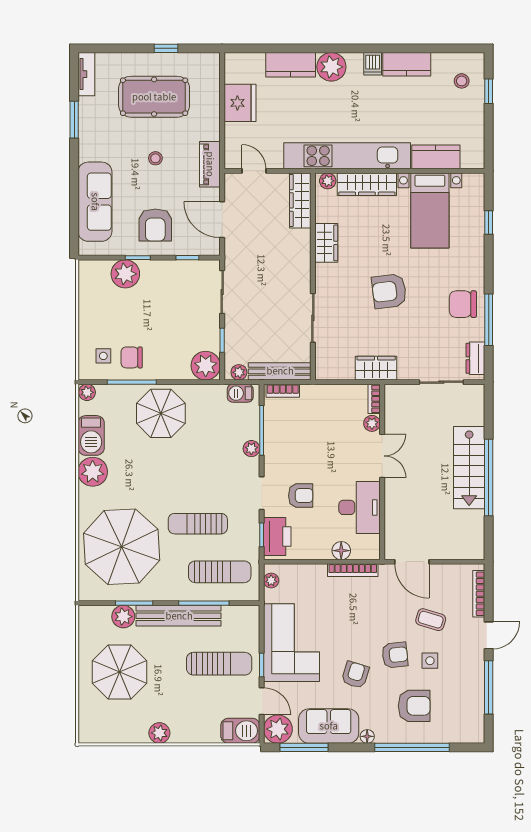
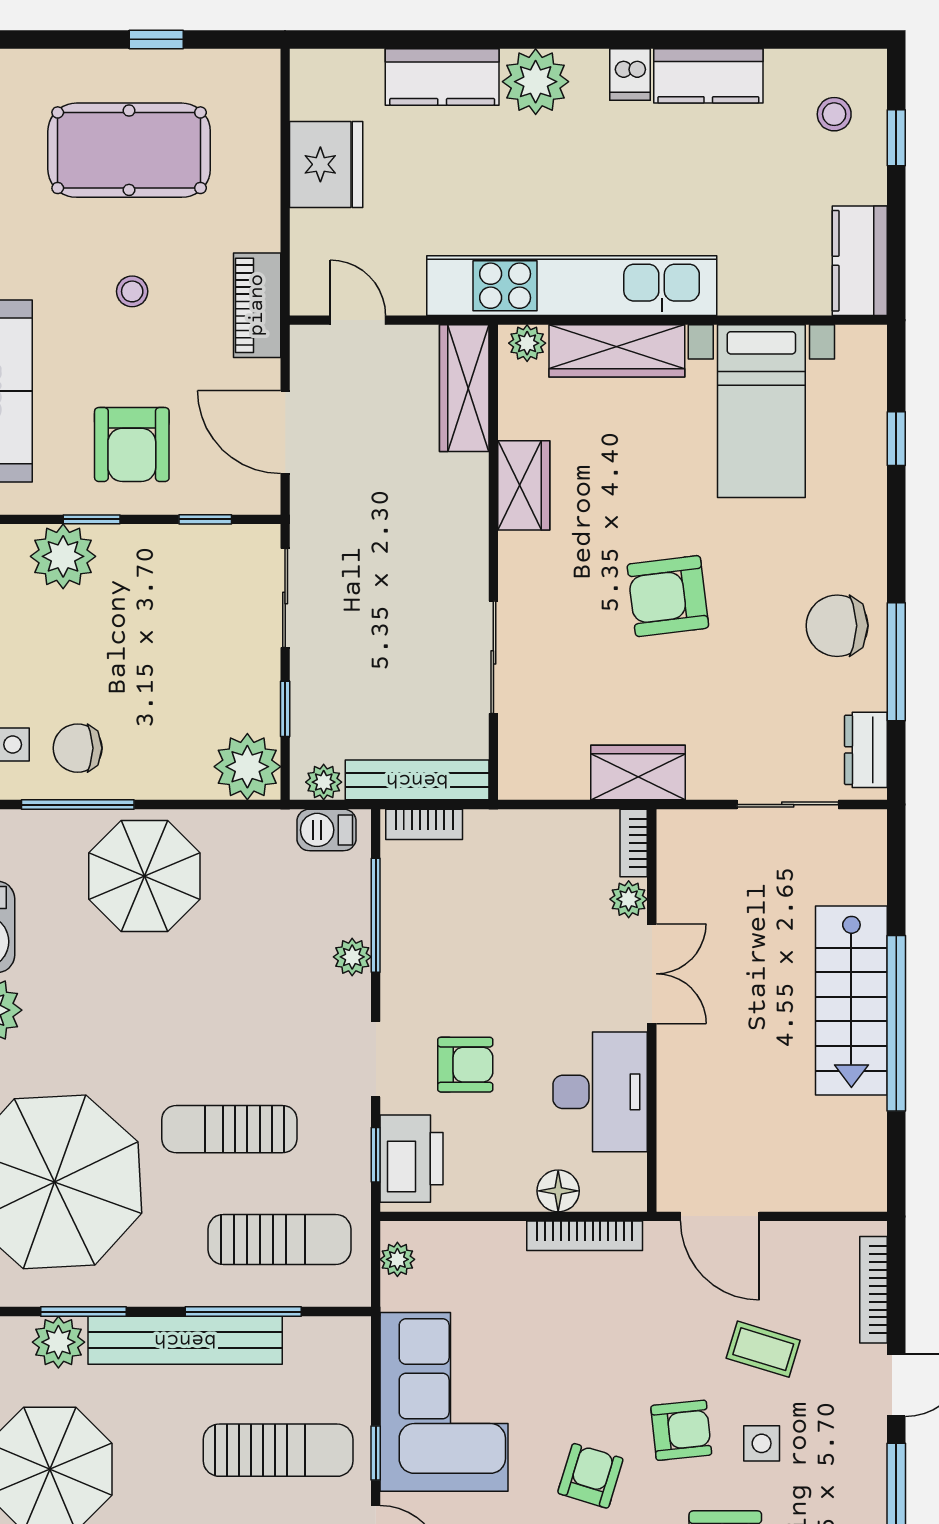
kitchen counter: (436, 157) -> (860, 261), moved, turned -90

